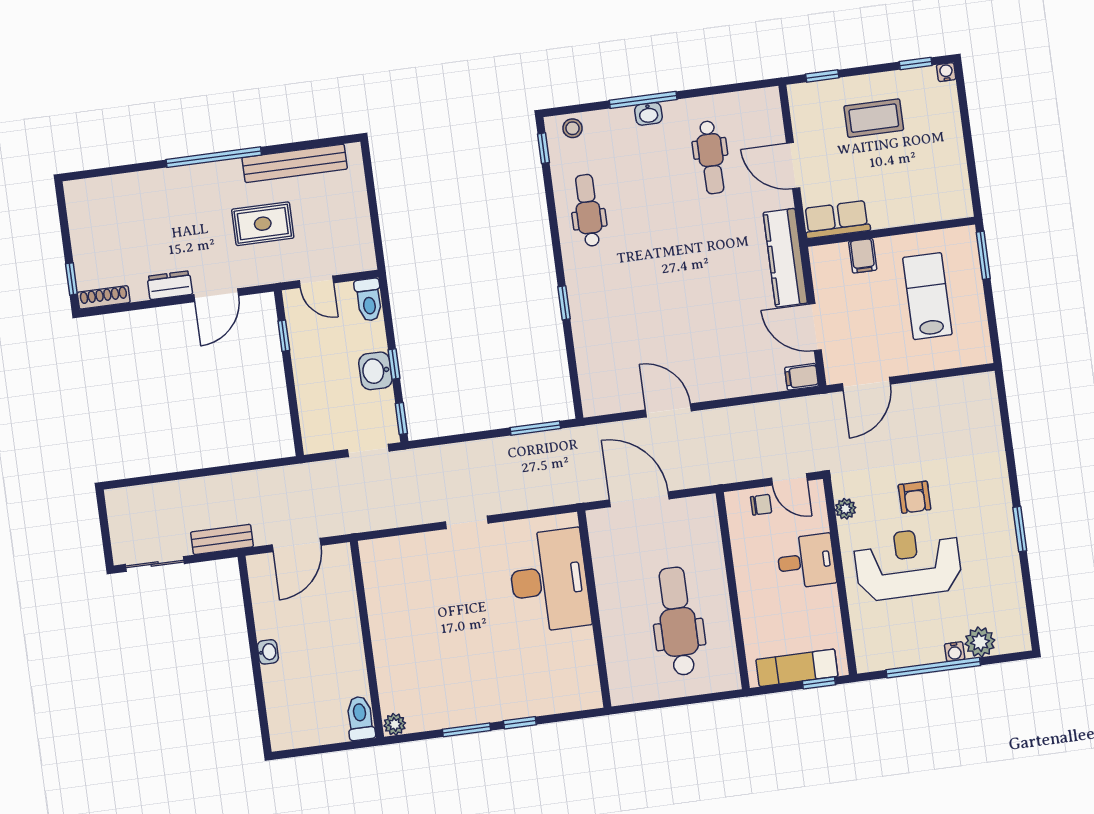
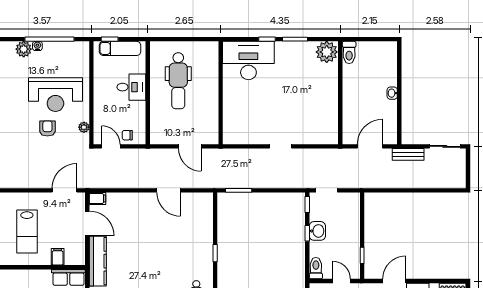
door: (639, 499) -> (190, 146), width x0.73
desk: (806, 561) -> (131, 87), moved, turned 180
desk: (549, 581) -> (248, 61), moved, turned 90
plant: (395, 724) -> (327, 52), width x1.87, depth x1.87

